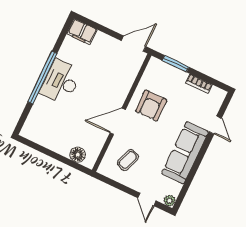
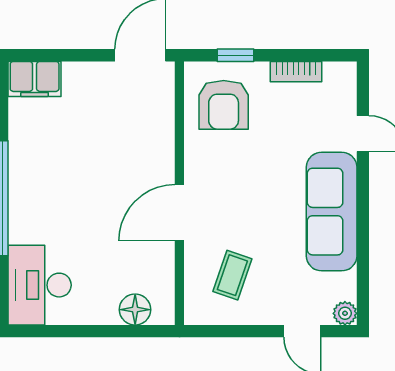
window: (176, 64) -> (236, 55), width x0.67
desk: (61, 82) -> (40, 285), moved
armchair: (151, 105) -> (224, 105), moved

